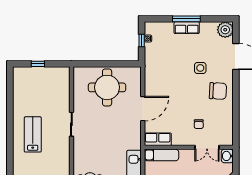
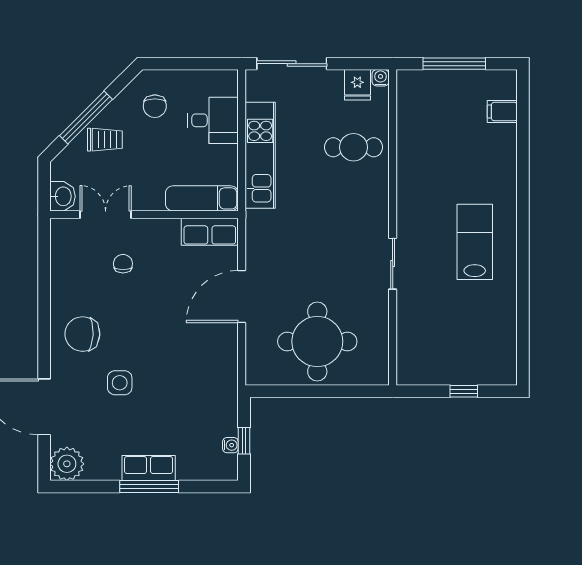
lab bench: (33, 134) -> (475, 242), turned 180

